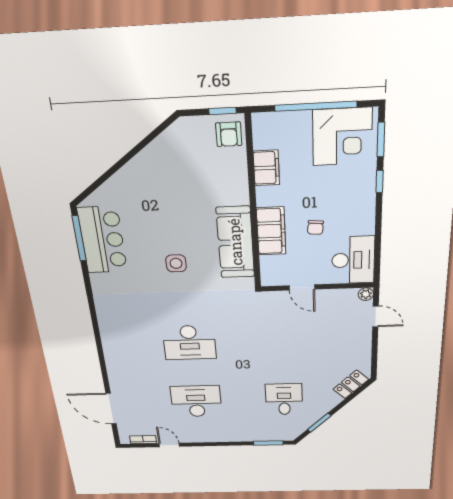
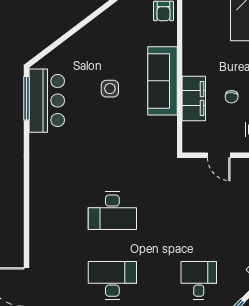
filing cabinet: (266, 168) -> (192, 41), removed
sofa: (235, 242) -> (163, 81), moved
side table: (176, 263) -> (110, 89), moved

